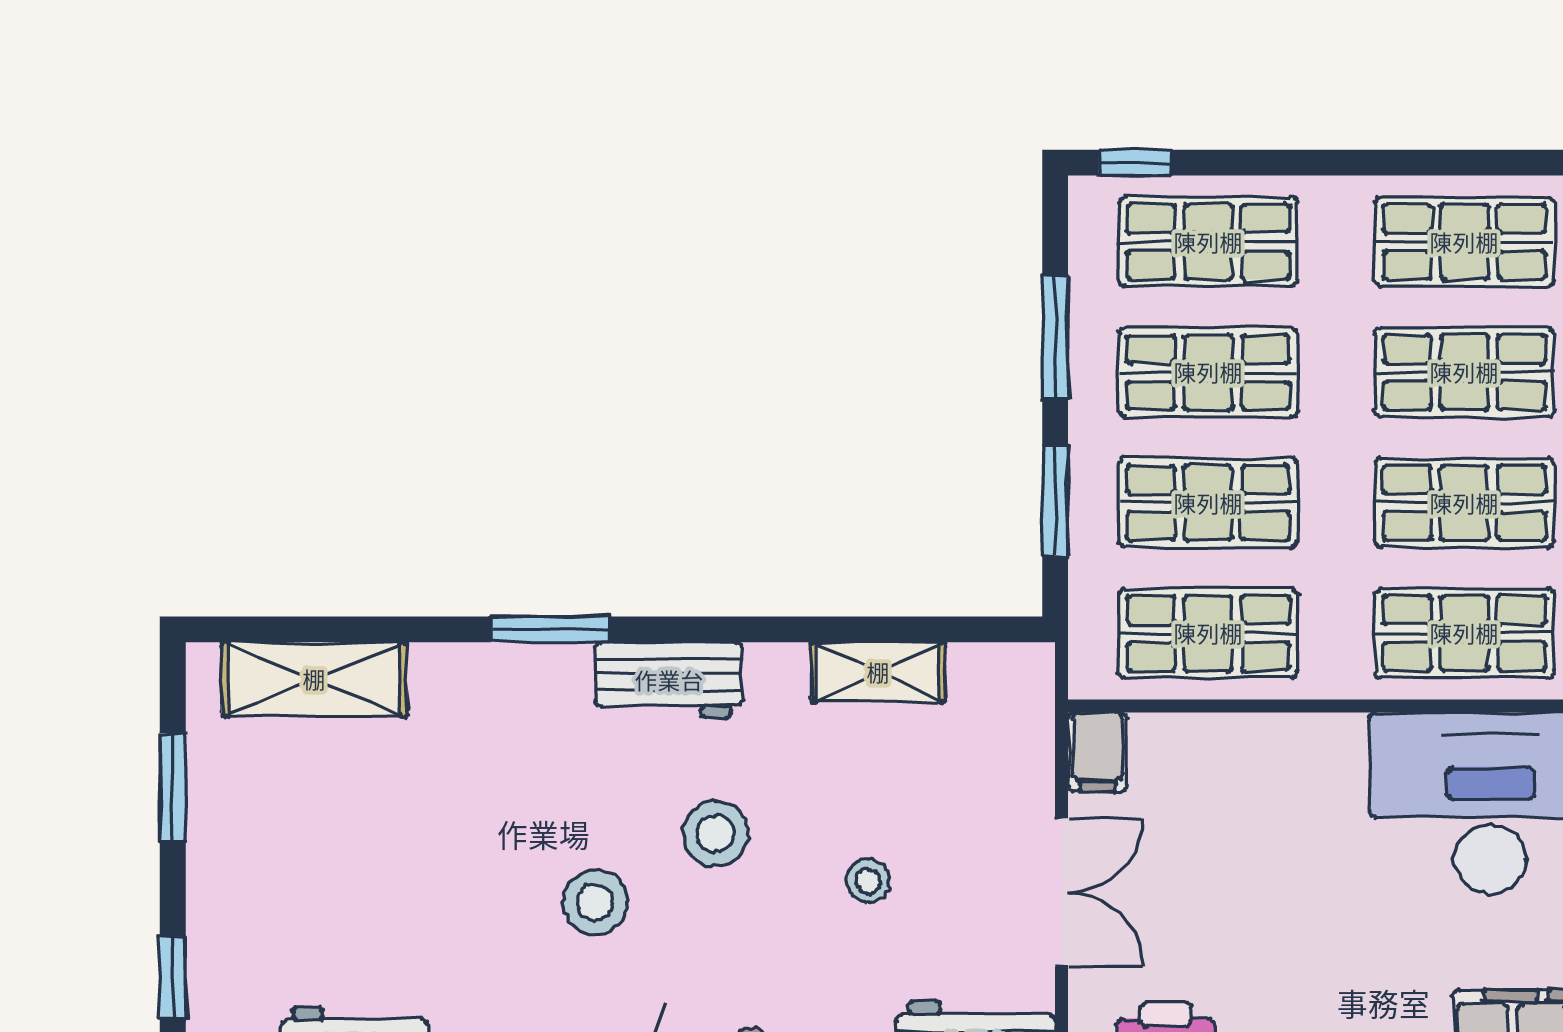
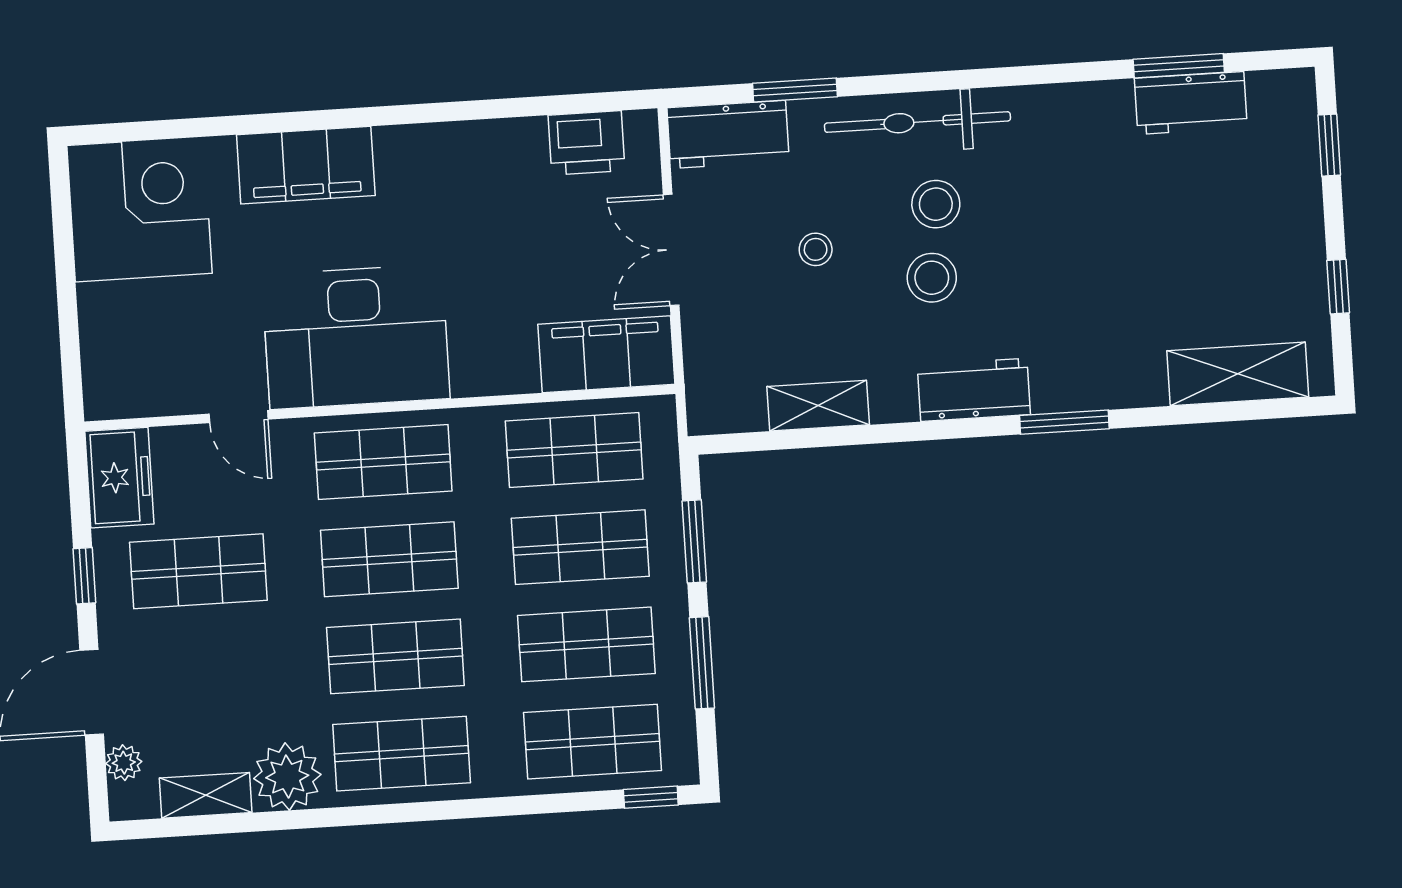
filing cabinet: (1098, 752) -> (606, 354), width x3.00, depth x1.17
window: (173, 787) -> (1338, 287), width x0.67
stool: (595, 902) -> (936, 204), moved

